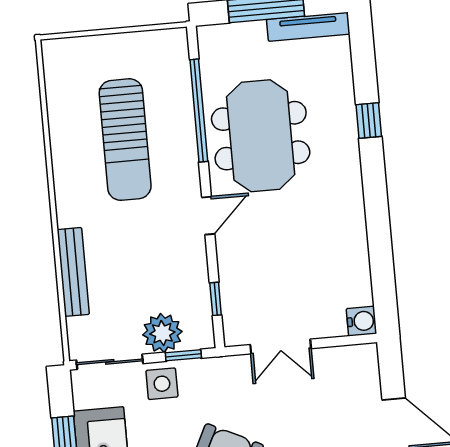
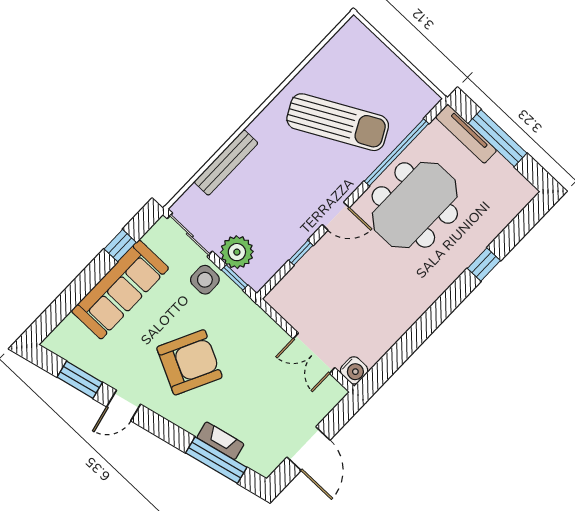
tv unit: (308, 27) -> (466, 134), moved
sun lounger: (125, 140) -> (338, 122), turned -118
window: (216, 299) -> (301, 253), moved
double door: (281, 347) -> (314, 353), moved

